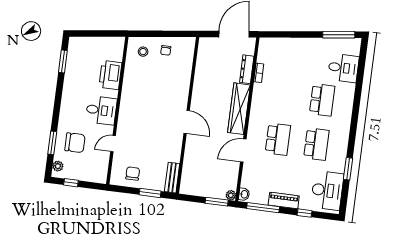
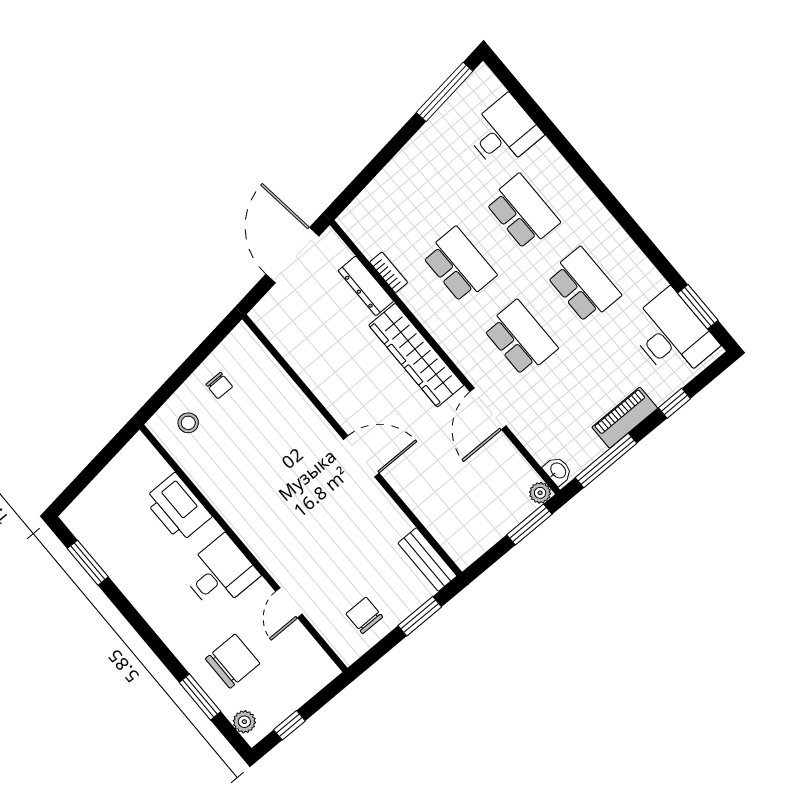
school desk: (284, 95) -> (459, 265), added
window: (348, 169) -> (698, 307), moved

